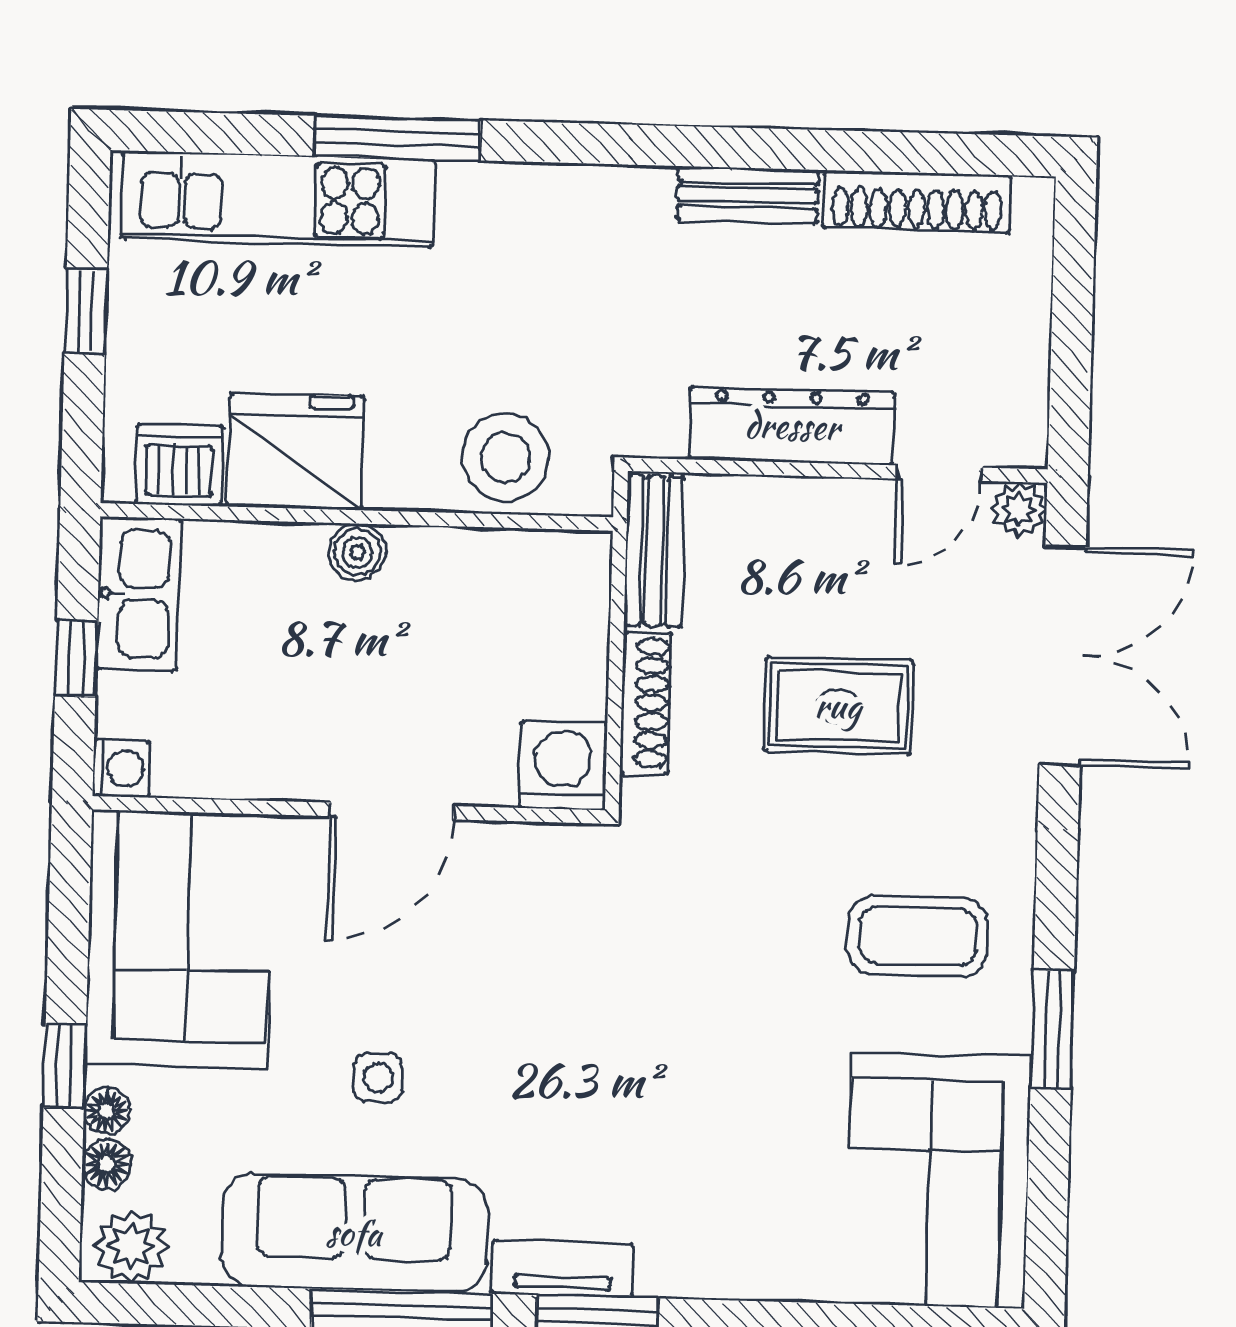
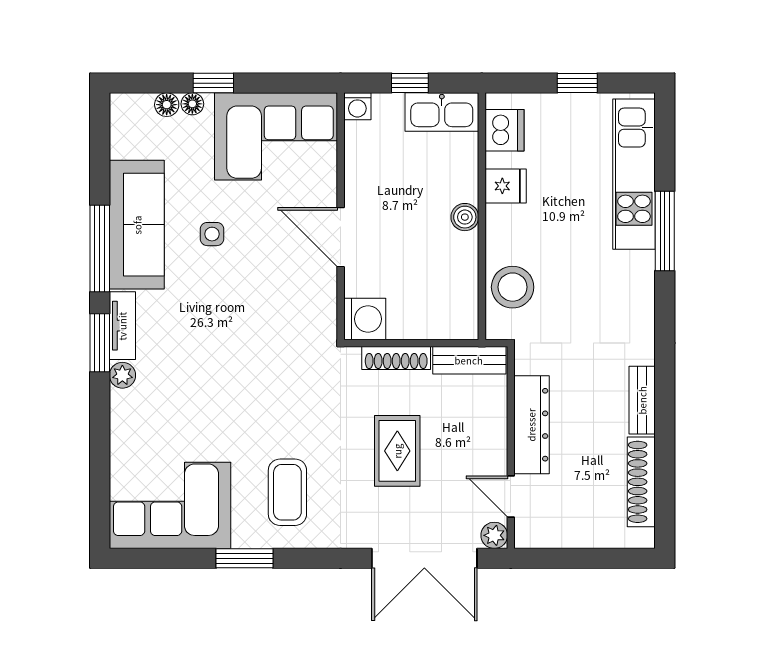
fridge: (296, 451) -> (506, 186), width x0.53, depth x0.75
plant: (131, 1246) -> (122, 375), moved, width x0.73, depth x0.73

